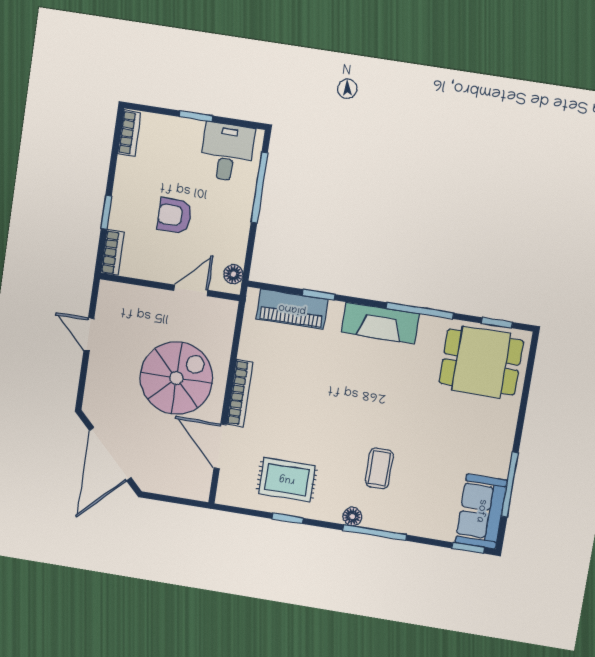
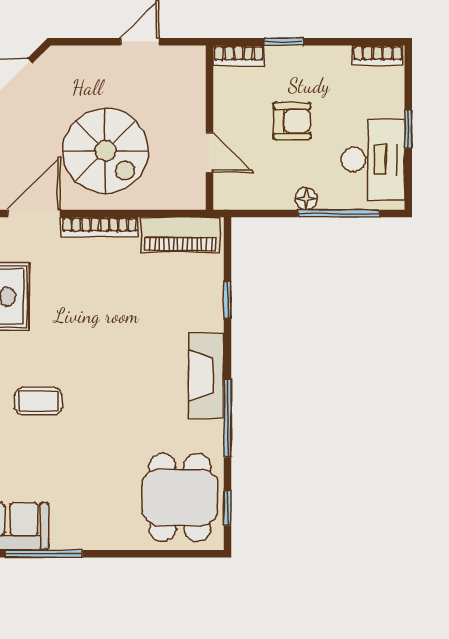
desk: (227, 152) -> (373, 160), width x1.37
armchair: (175, 216) -> (292, 121), turned 90
floor lamp: (233, 274) -> (306, 199), moved
piano: (292, 309) -> (180, 235), moved, turned -90

